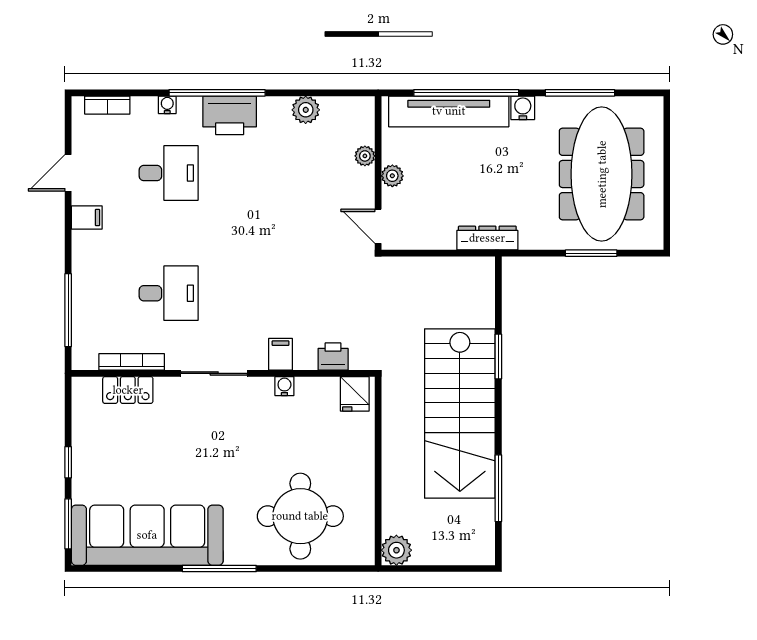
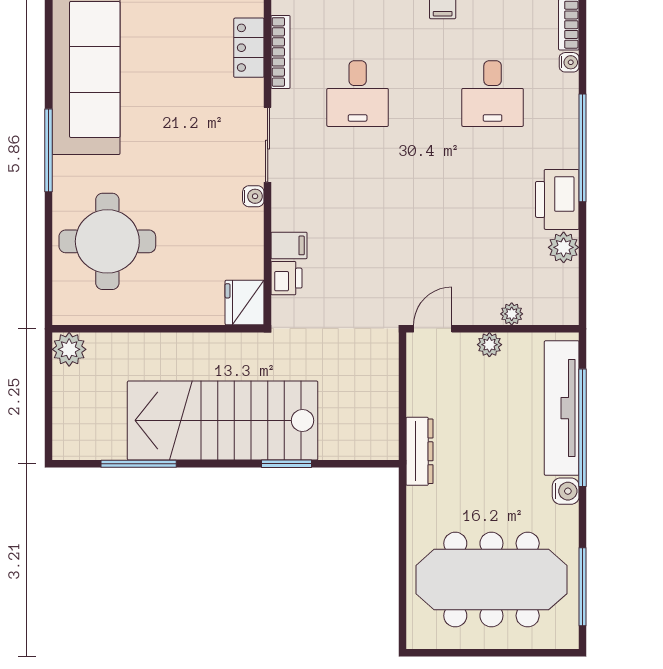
window: (580, 93) -> (583, 587), moved
water cooler: (167, 105) -> (569, 62), moved
printer: (230, 115) -> (557, 199), moved
window: (591, 253) -> (403, 568), removed
filing cabinet: (281, 354) -> (289, 245), moved
water cooler: (284, 386) -> (253, 196), moved
fridge: (355, 394) -> (245, 303), width x1.38

